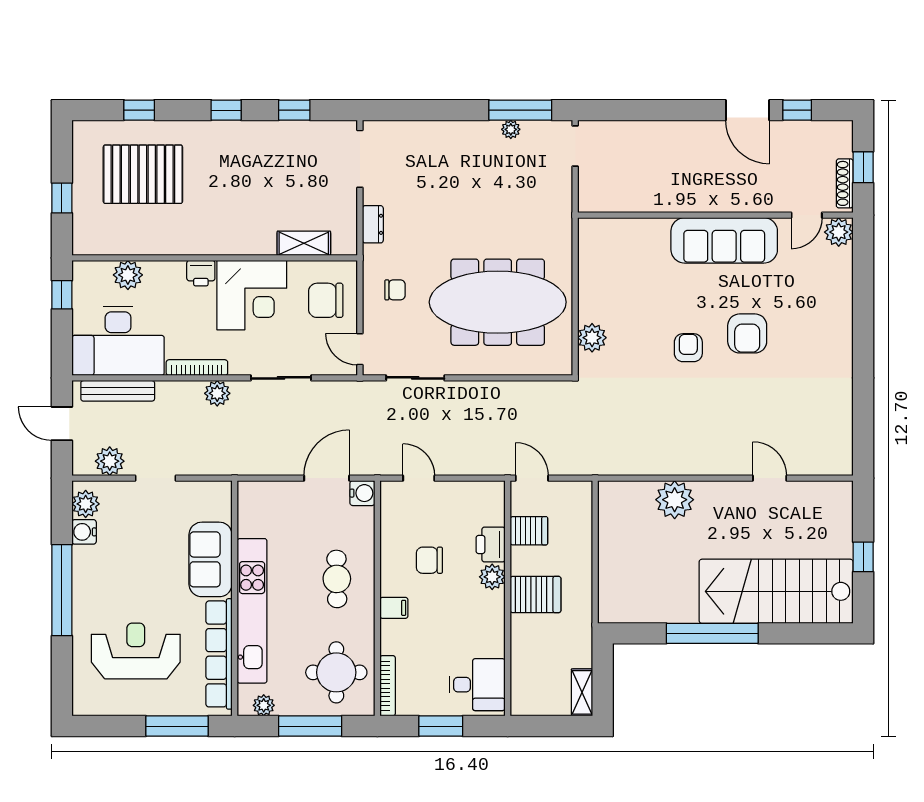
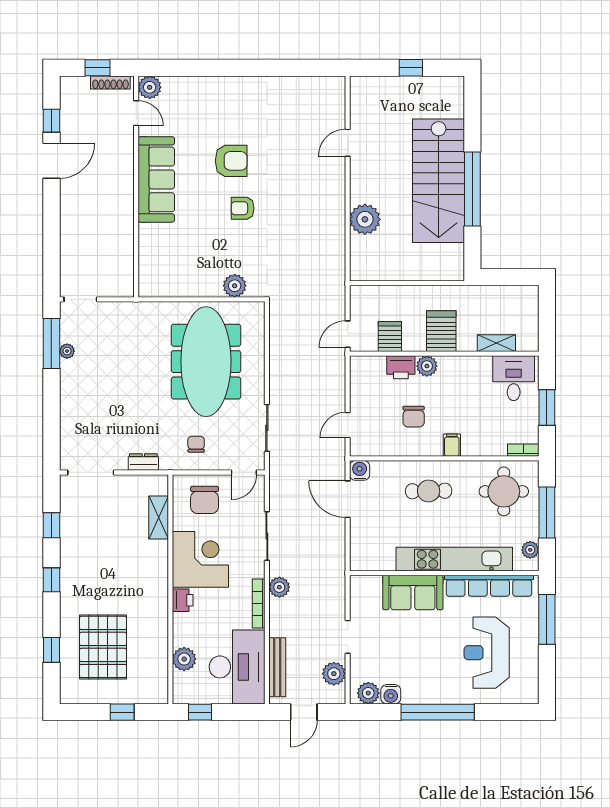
stairs: (776, 591) -> (439, 181), moved
bookcase: (388, 686) -> (523, 450), width x0.64
shelving: (582, 692) -> (496, 343), moved

